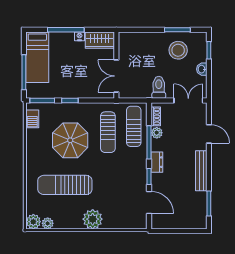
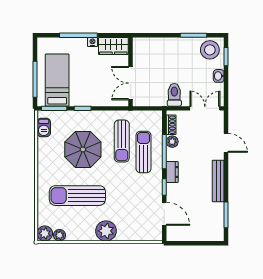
stool: (178, 50) -> (210, 50), moved
bed: (37, 57) -> (57, 80), moved, turned 180
sun lounger: (134, 126) -> (144, 152), moved

